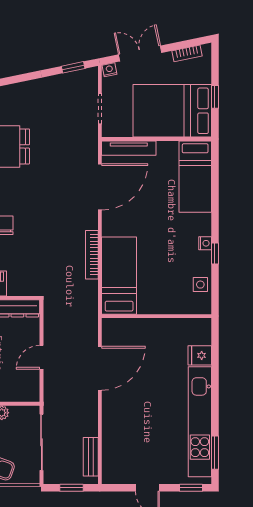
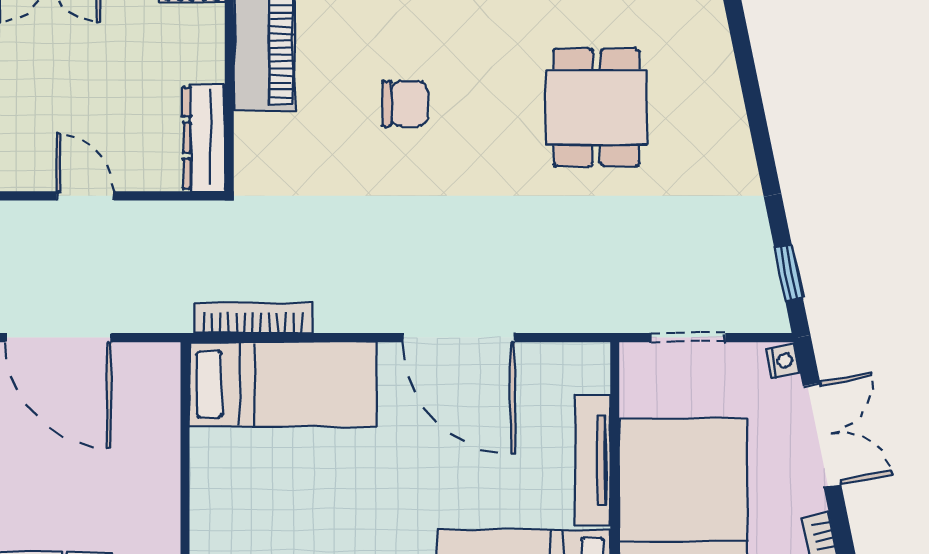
tv unit: (129, 148) -> (592, 461), moved
door: (100, 187) -> (459, 338), moved
bookcase: (92, 255) -> (253, 318), moved

